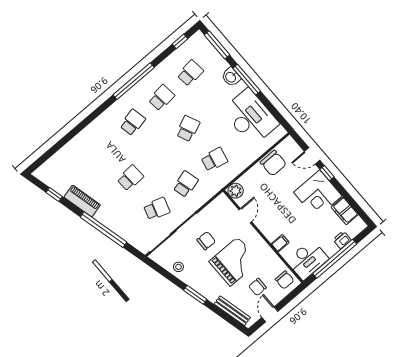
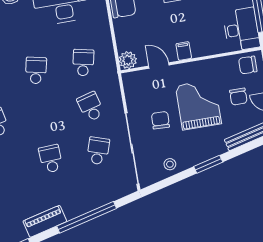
school desk: (188, 129) -> (36, 70), turned 36
filing cabinet: (280, 243) -> (184, 51), moved
chair: (285, 280) -> (248, 65), turned 180

